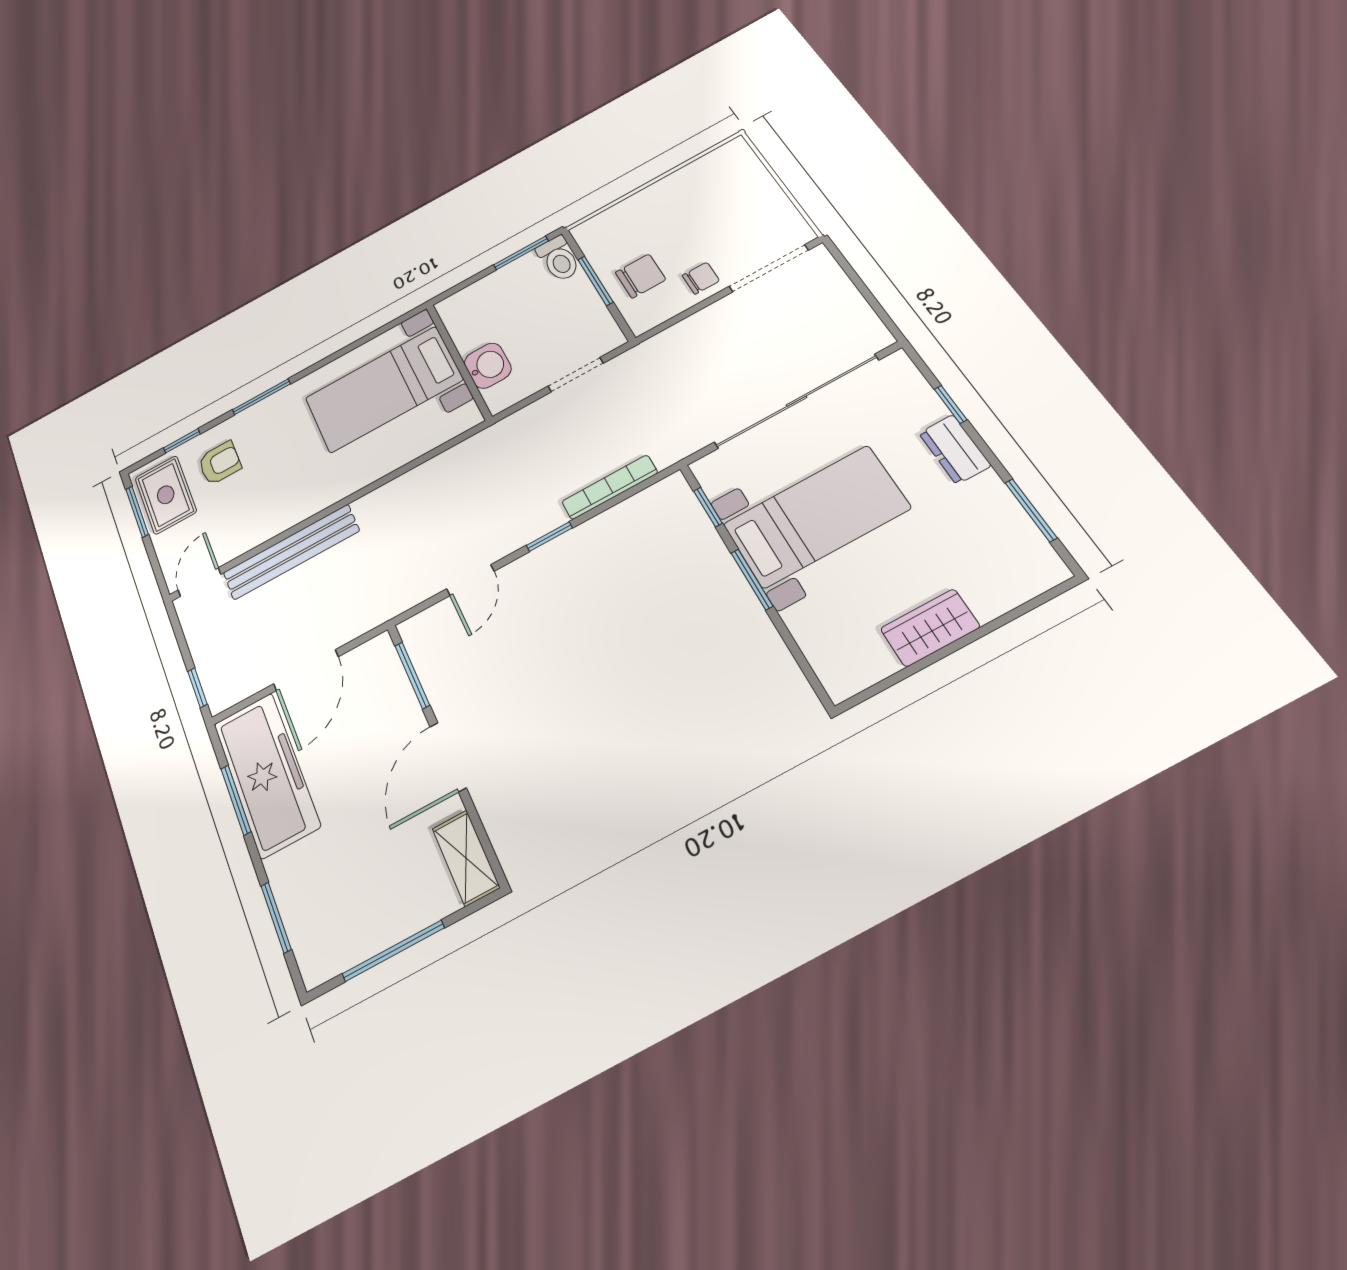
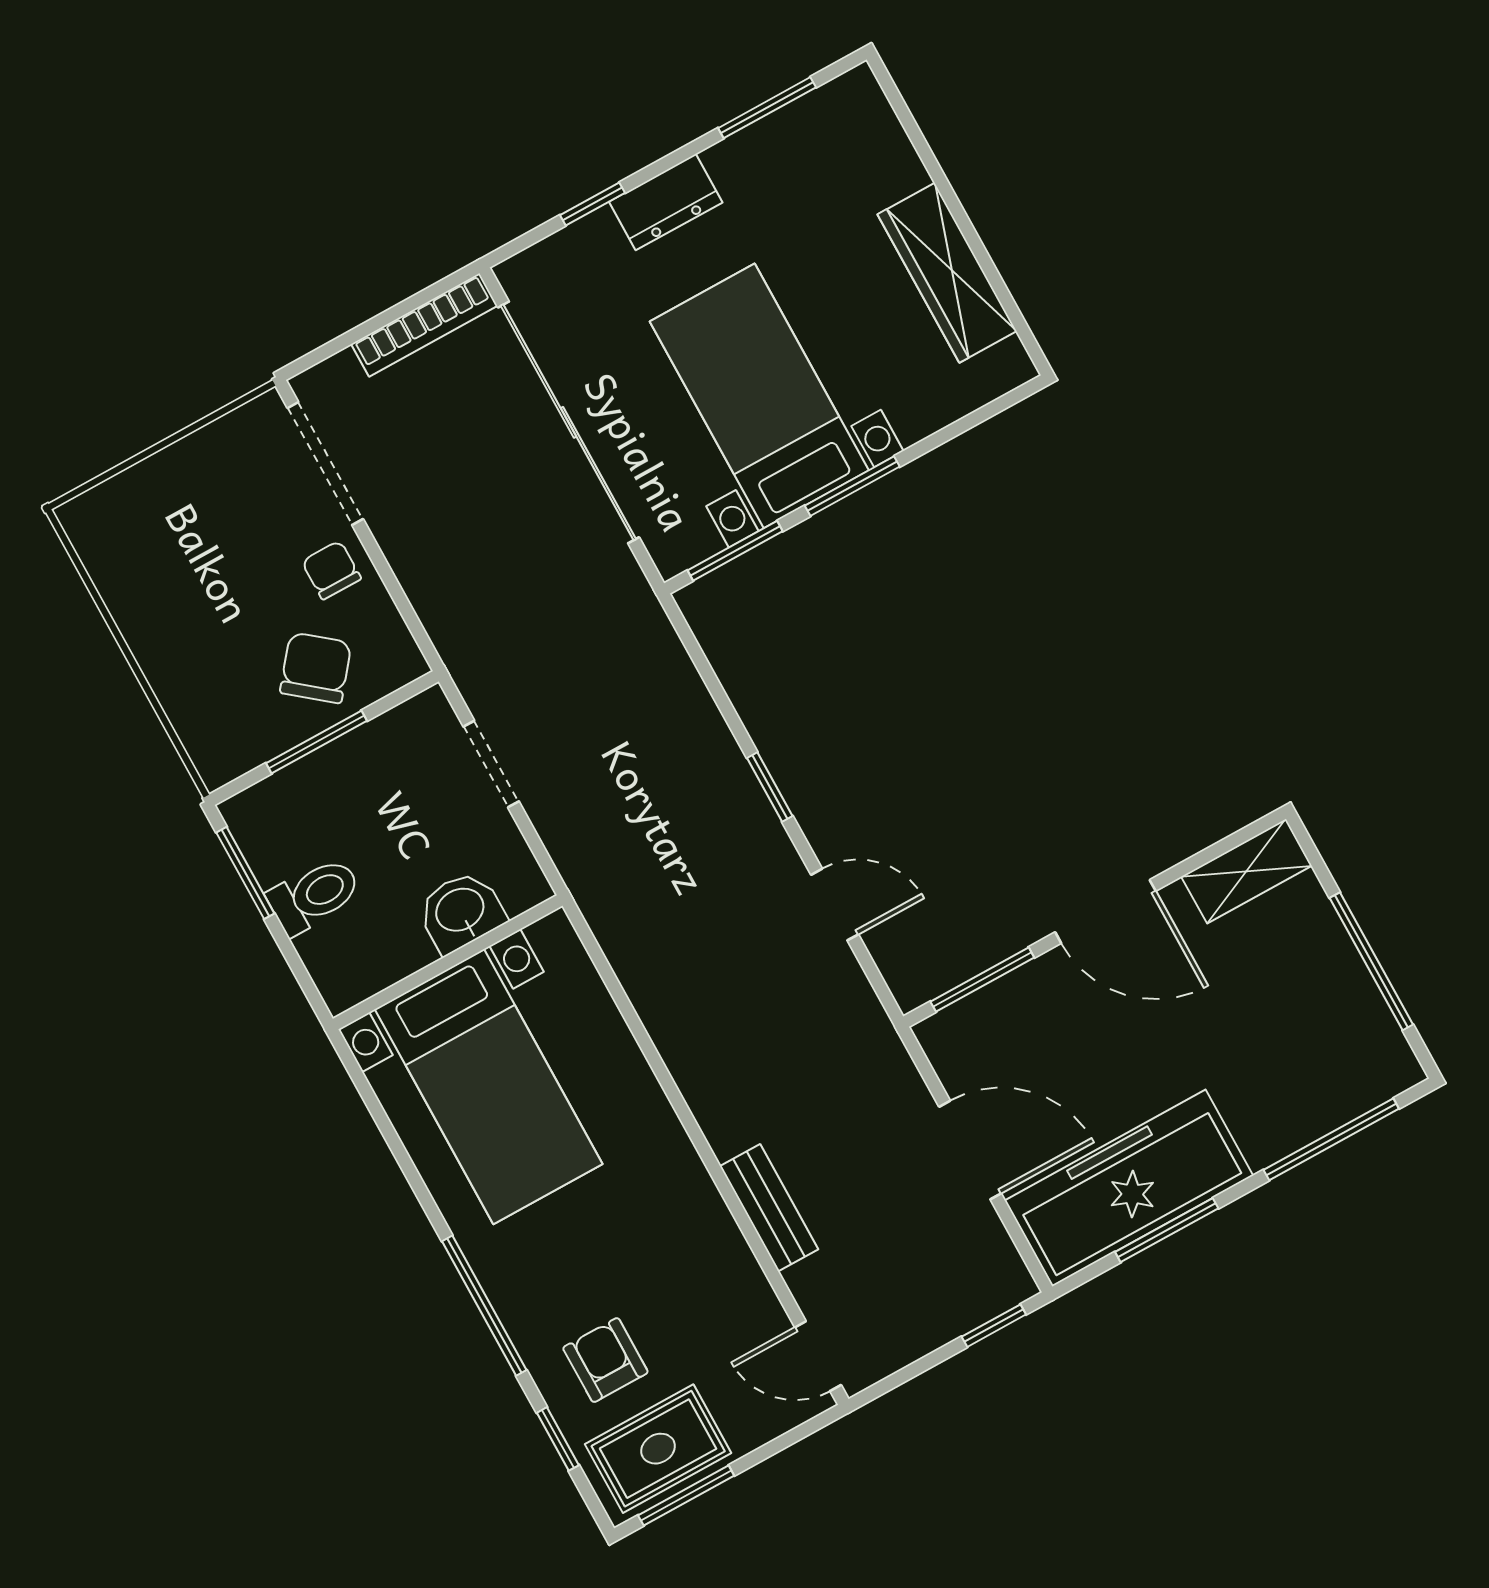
toilet: (559, 259) -> (314, 895), moved
chair: (641, 276) -> (316, 668), turned 39
window: (261, 397) -> (484, 1306), width x1.44
bookcase: (610, 487) -> (424, 325), moved, turned -90
window: (708, 507) -> (735, 551), width x1.50
bench: (291, 552) -> (769, 1208), width x0.54, depth x0.82
wardrobe: (930, 628) -> (947, 273), width x1.50
window: (276, 917) -> (1331, 1139), width x1.44

